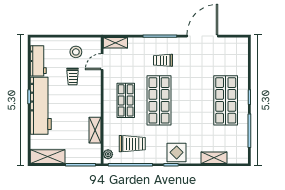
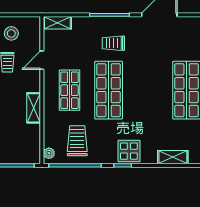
door: (102, 62) -> (42, 60), moved
shelving: (95, 130) -> (34, 108), moved
trolley: (132, 144) -> (77, 141), turned -90

